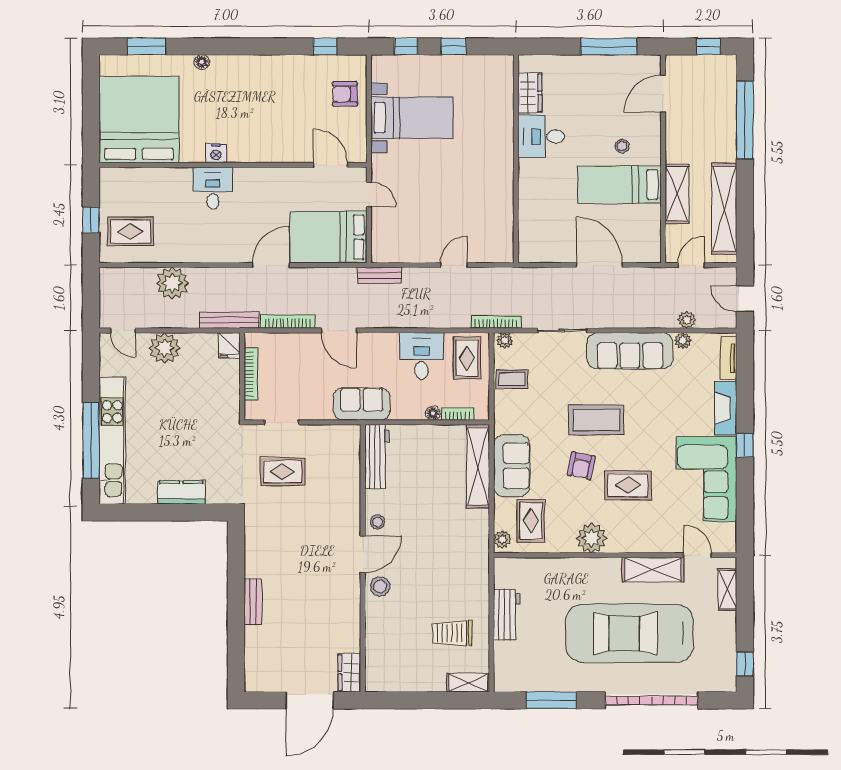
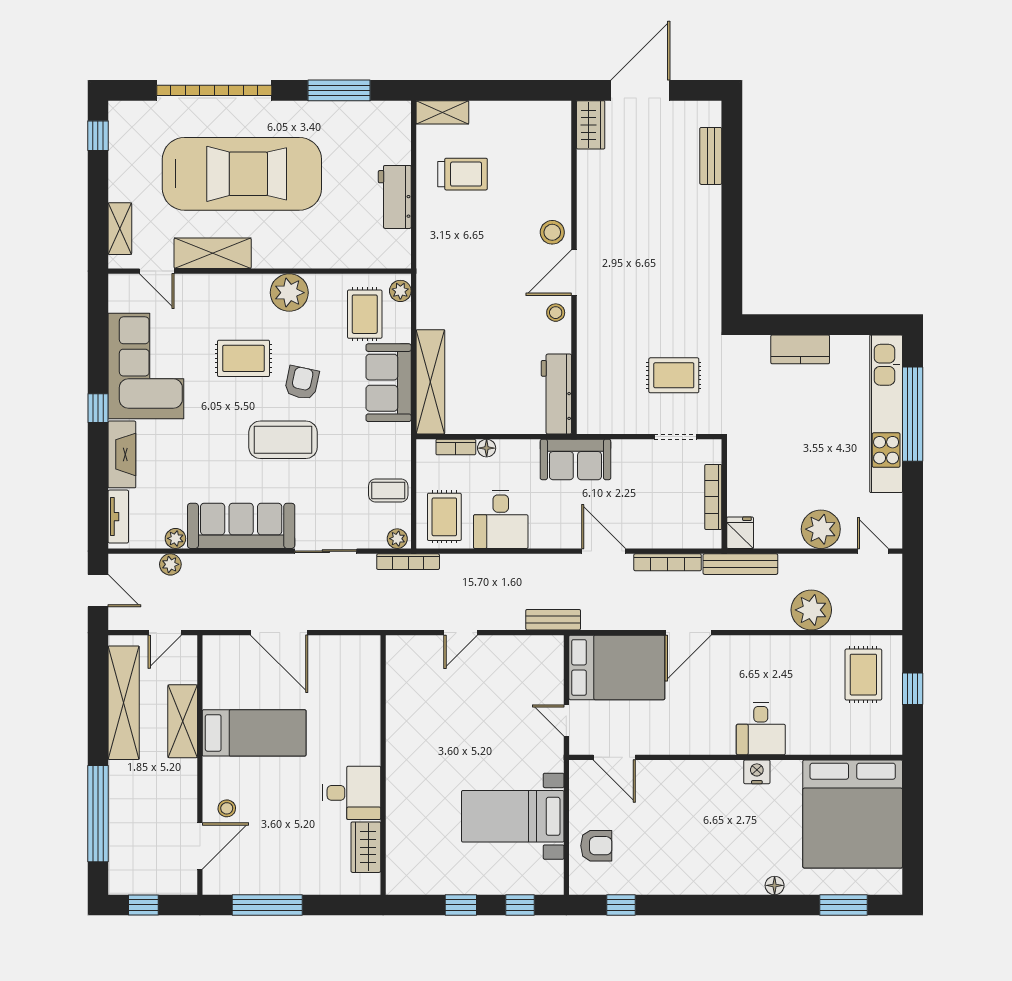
stool: (622, 146) -> (227, 808), moved
rug: (130, 231) -> (863, 675), turned 90
bench: (253, 602) -> (711, 156), moved

